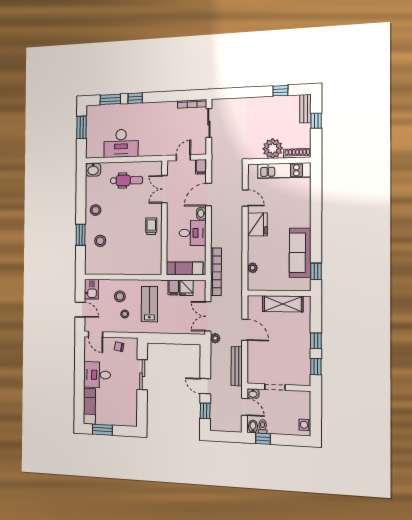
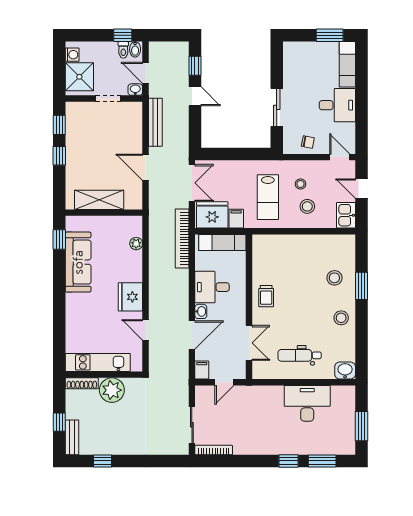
fridge: (187, 288) -> (212, 215), width x1.88, depth x1.34
plant: (215, 338) -> (183, 156), removed
shower: (299, 406) -> (79, 77), added

